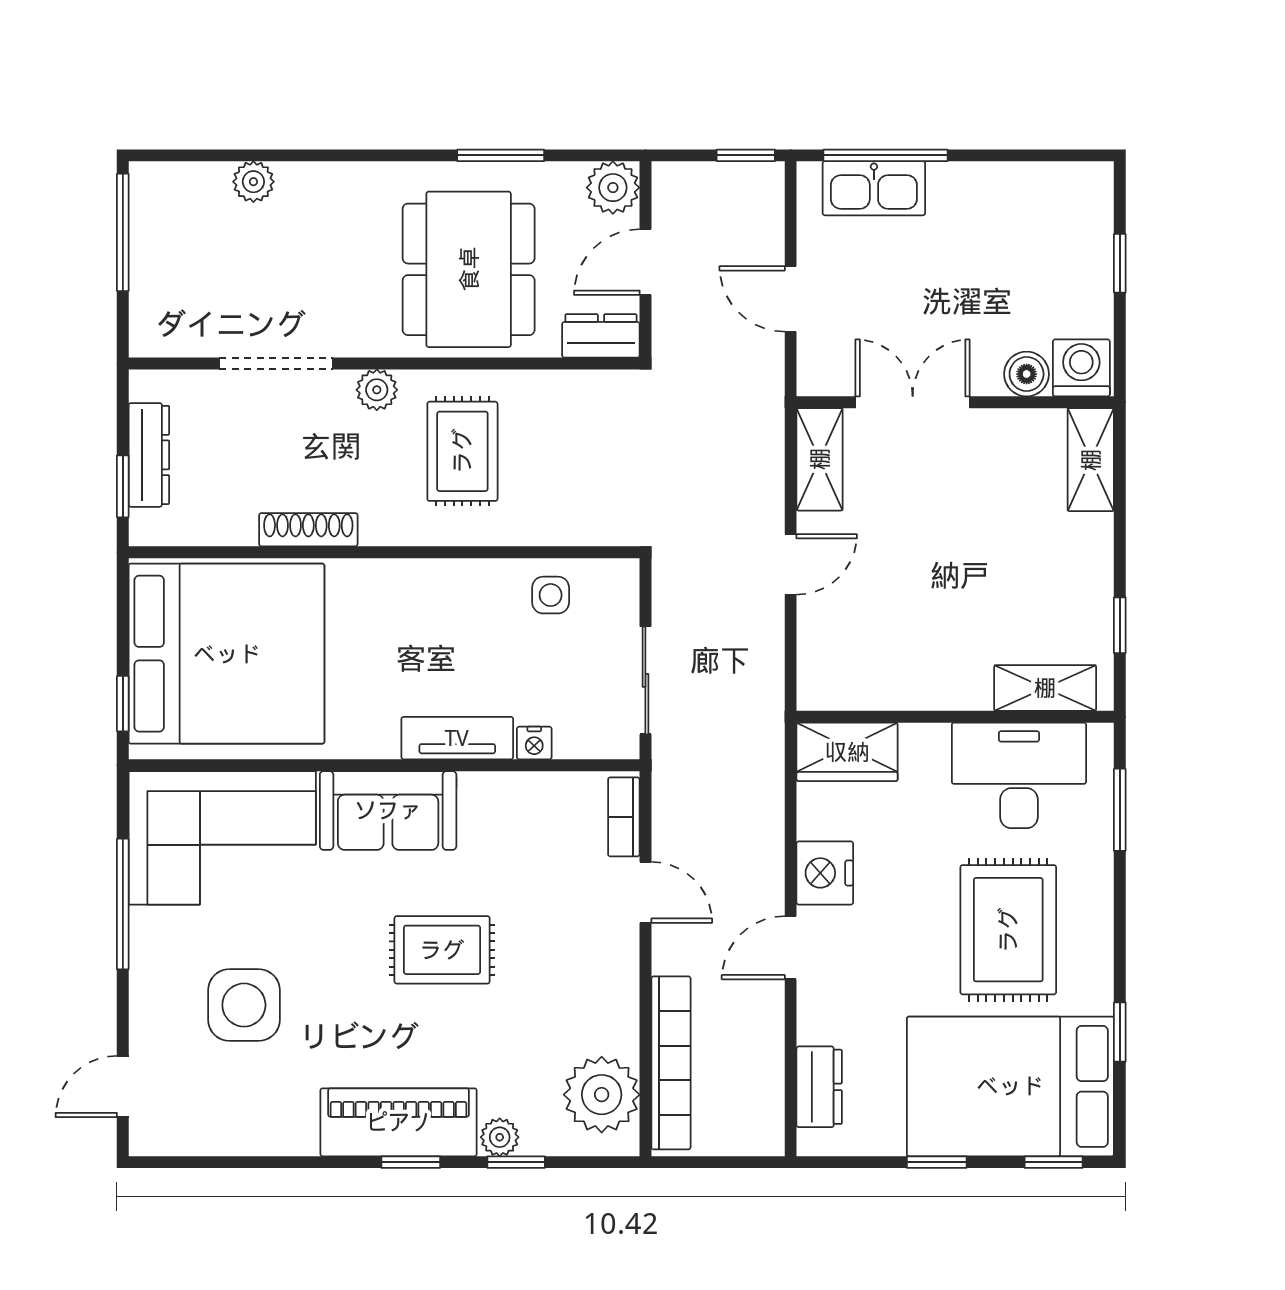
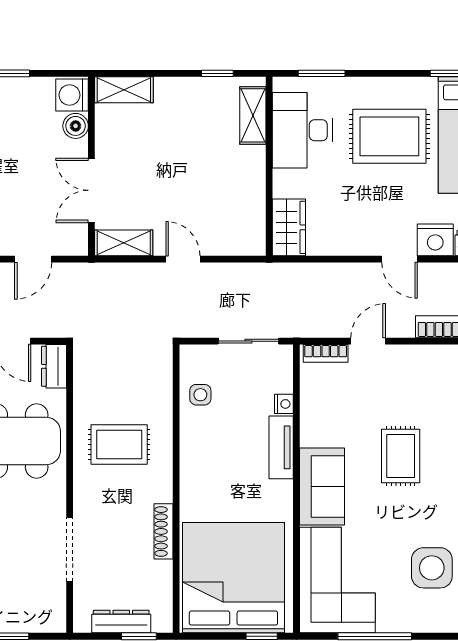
plant: (377, 390) -> (84, 493), removed
nightstand: (825, 873) -> (435, 240), moved

